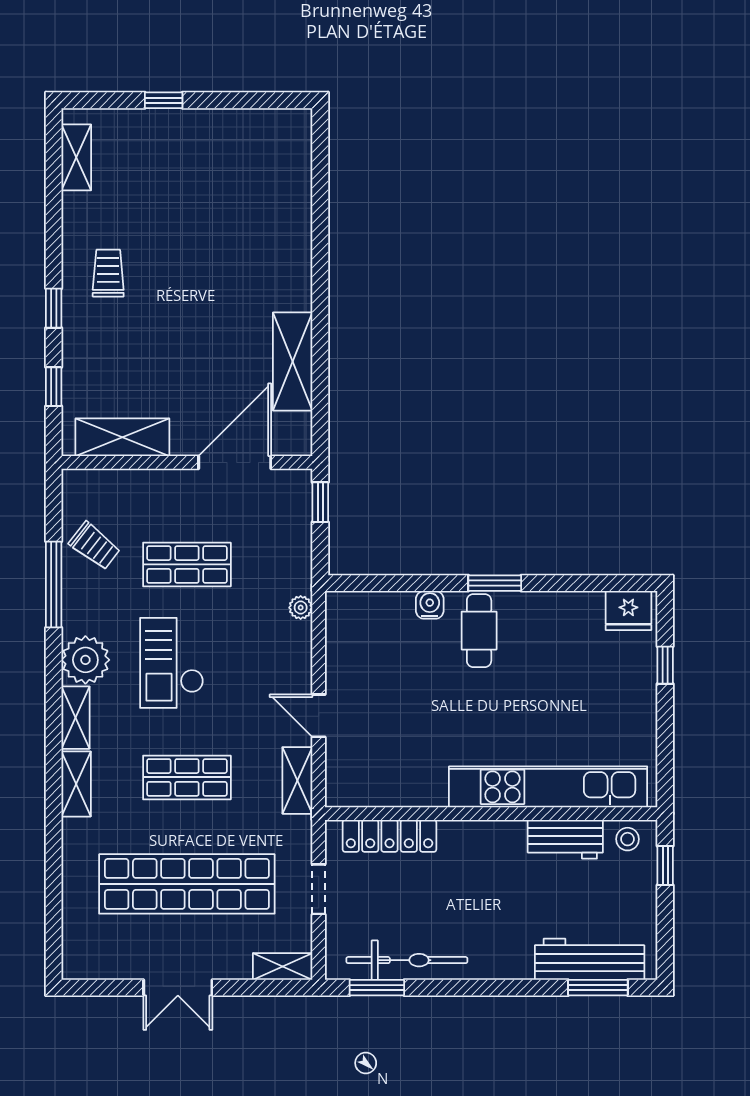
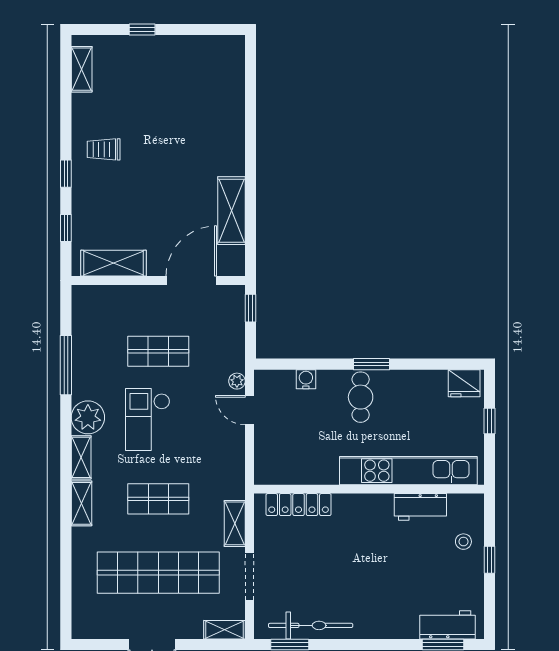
trolley: (108, 273) -> (104, 149), turned -90
trolley: (95, 546) -> (94, 338), removed
water cooler: (430, 605) -> (306, 379), moved
door: (319, 716) -> (249, 410), moved
shelving: (297, 780) -> (235, 523), moved
kitchen unit: (548, 787) -> (408, 471), moved
wall: (491, 814) -> (369, 489), moved
locker: (389, 836) -> (299, 505), moved
workbench: (565, 839) -> (420, 507), moved
doorway: (319, 889) -> (249, 576), width x1.38
workbench: (590, 959) -> (448, 625), width x0.73

